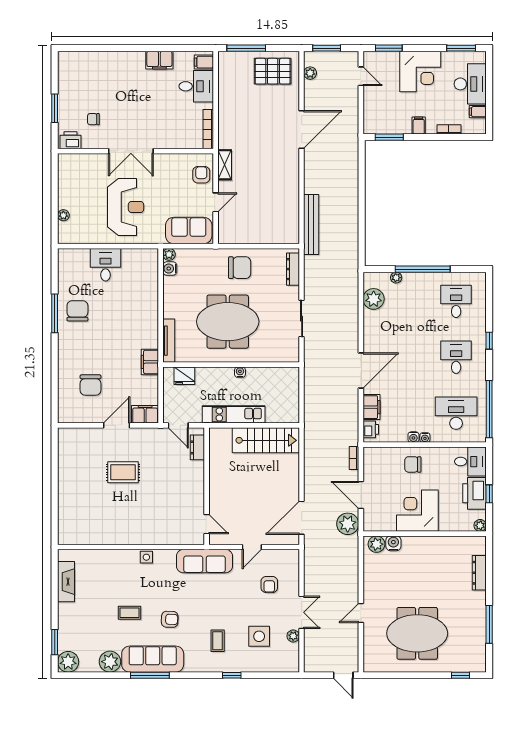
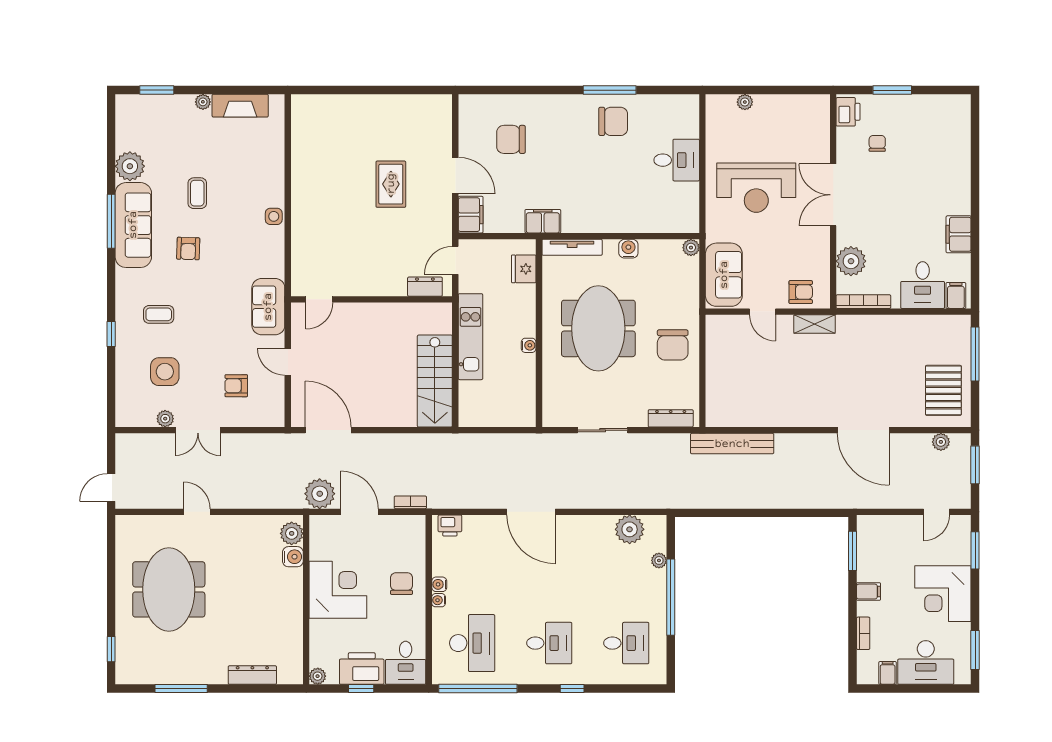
plant: (179, 138) -> (851, 261), added
water cooler: (170, 269) -> (628, 249), moved
filing cabinet: (371, 407) -> (481, 526), removed
door: (361, 495) -> (360, 512), hinge flipped
sofa: (204, 561) -> (268, 307), width x0.73
plant: (68, 662) -> (203, 102), moved, width x0.53, depth x0.53

